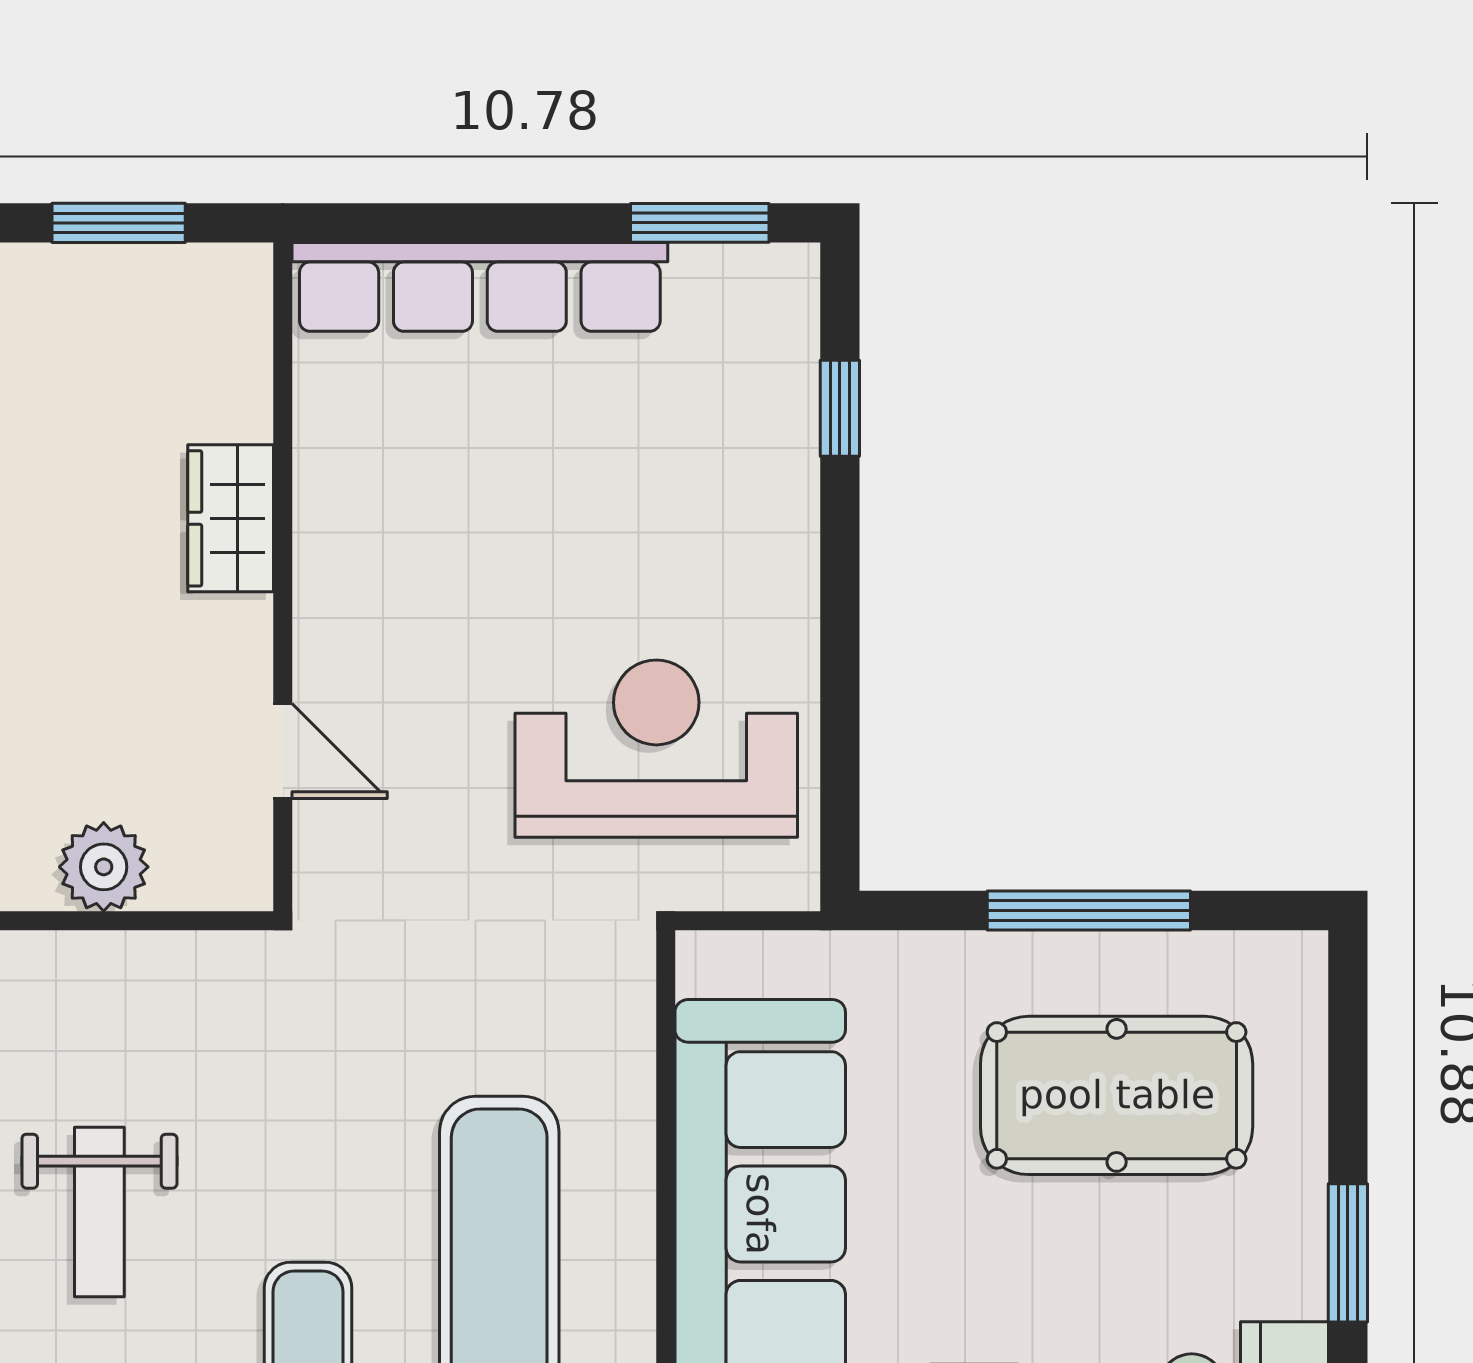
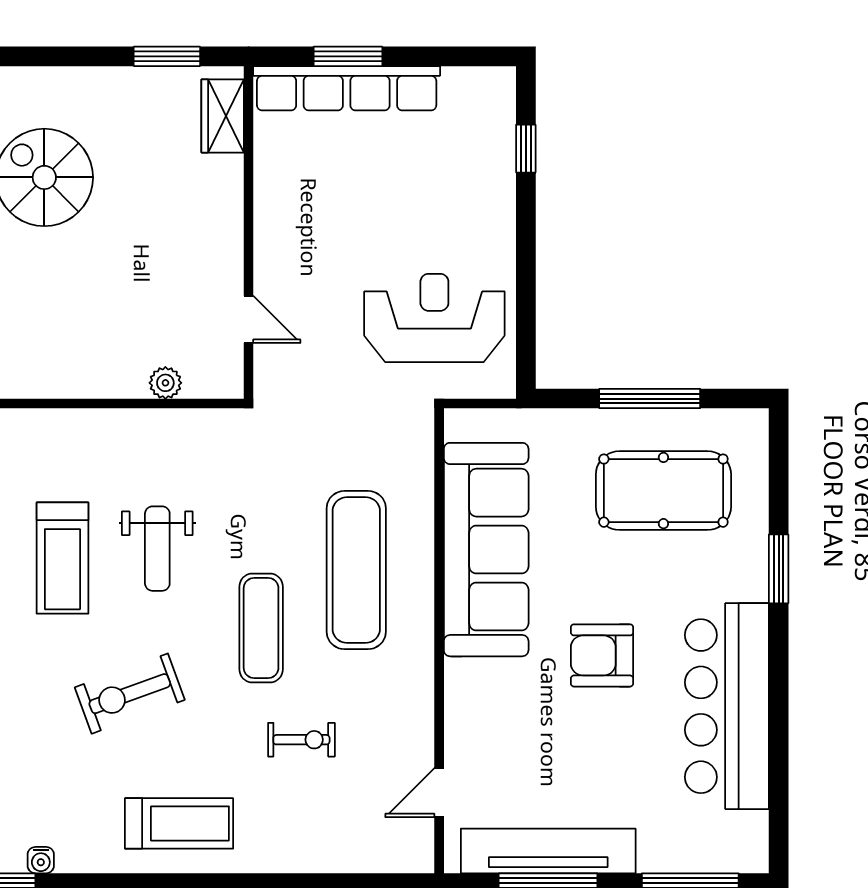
window: (700, 223) -> (348, 56), moved
wardrobe: (231, 518) -> (223, 116), moved
plant: (104, 867) -> (165, 383), width x0.73, depth x0.73

